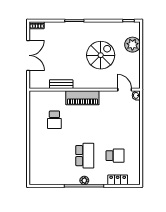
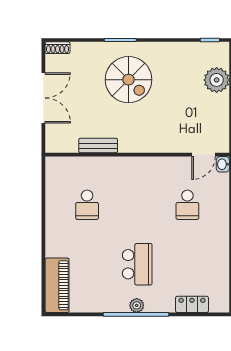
spiral stairs: (101, 55) -> (129, 80), moved, turned 90
door: (125, 90) -> (203, 155), swing flipped
piano: (82, 98) -> (57, 285), moved, turned -90
school desk: (115, 156) -> (187, 205), moved, turned 90

